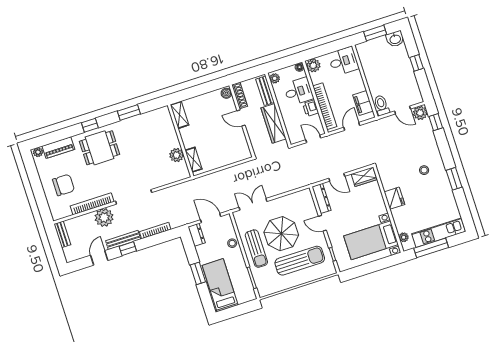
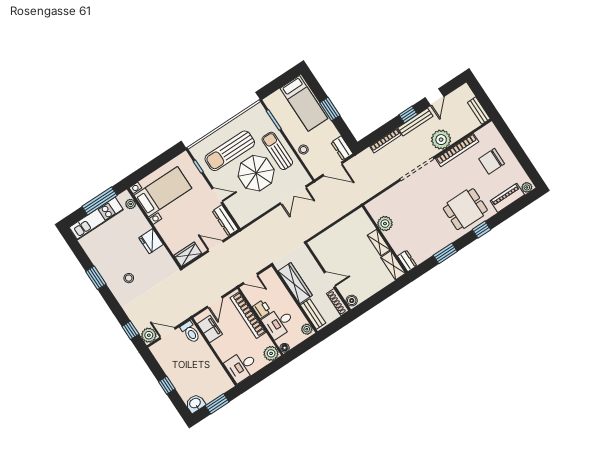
dresser: (166, 115) -> (407, 261), added
shelving: (194, 160) -> (379, 243), moved

